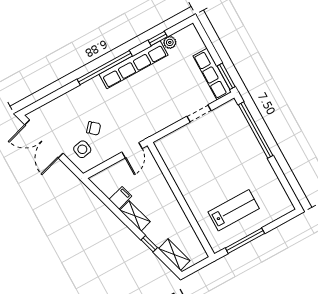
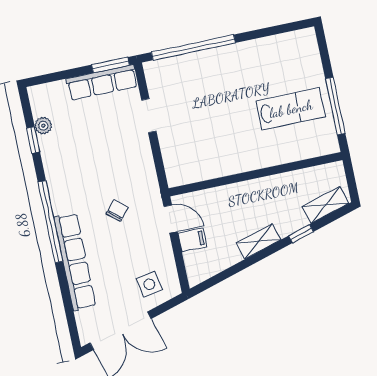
row of seats: (134, 65) -> (75, 262), moved
chair: (94, 128) -> (117, 211), moved
filing cabinet: (120, 198) -> (192, 240), moved, turned 106
lab bench: (234, 210) -> (291, 109), turned 90

